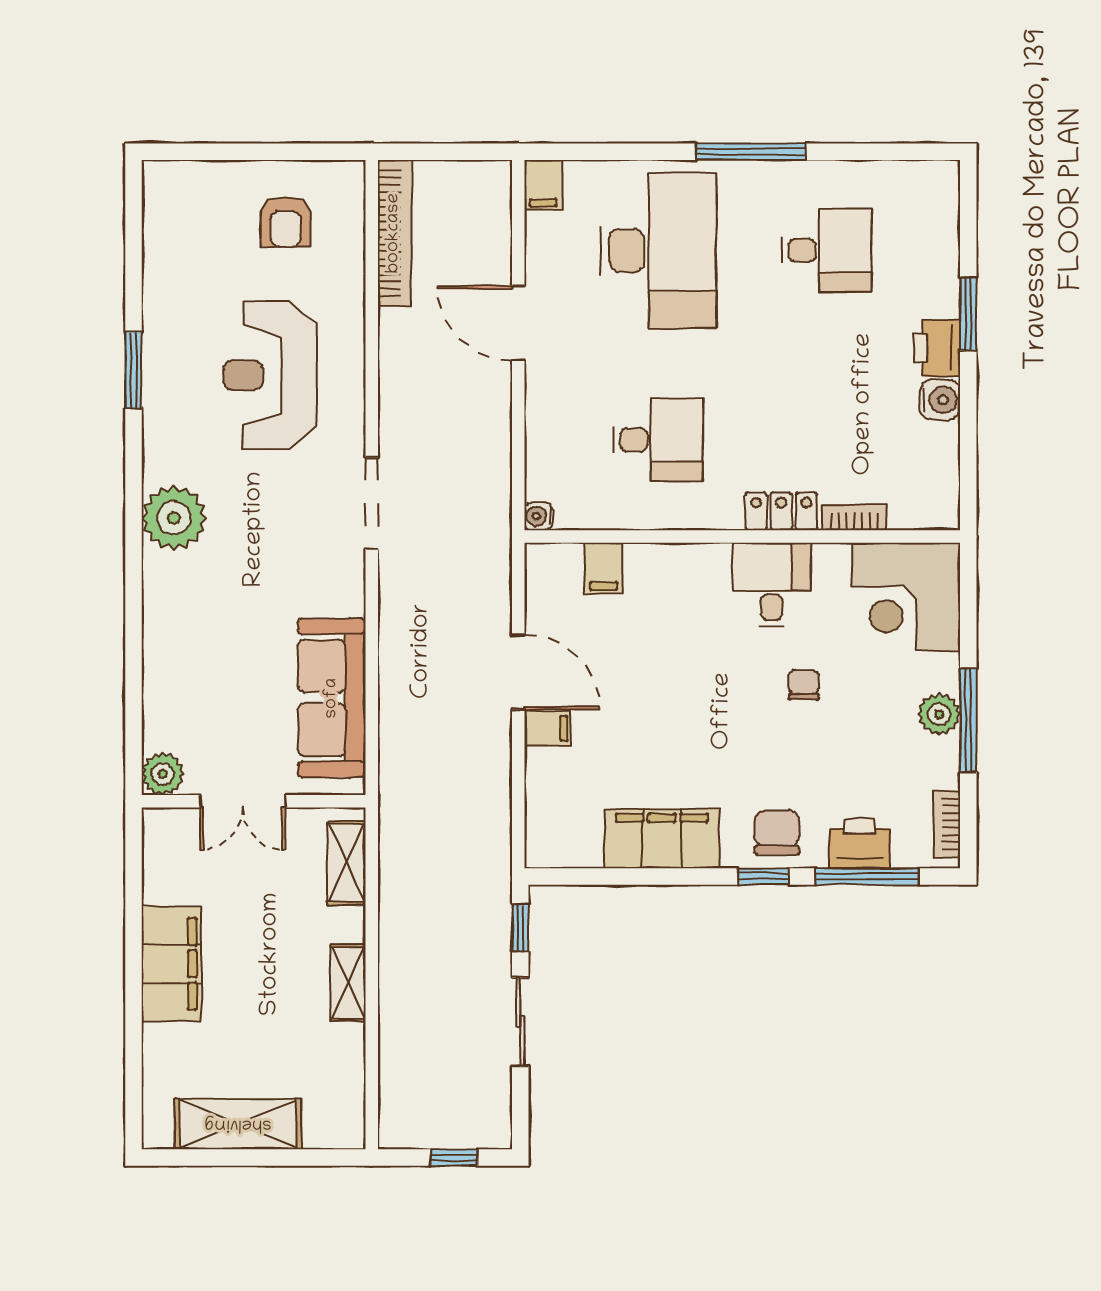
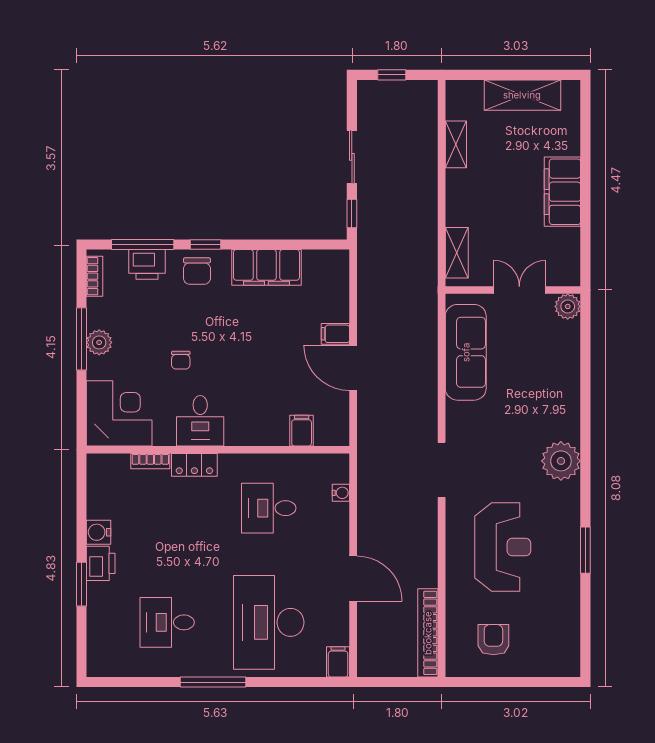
water cooler: (539, 516) -> (341, 493), moved
shelving: (348, 983) -> (456, 144), moved

